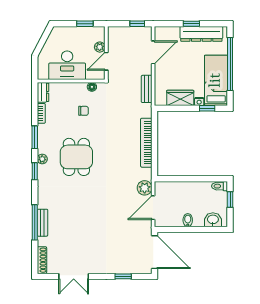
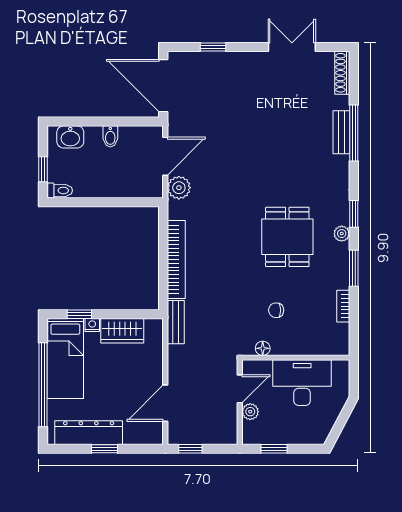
bench: (147, 89) -> (176, 322), moved
dresser: (43, 92) -> (341, 340), removed

